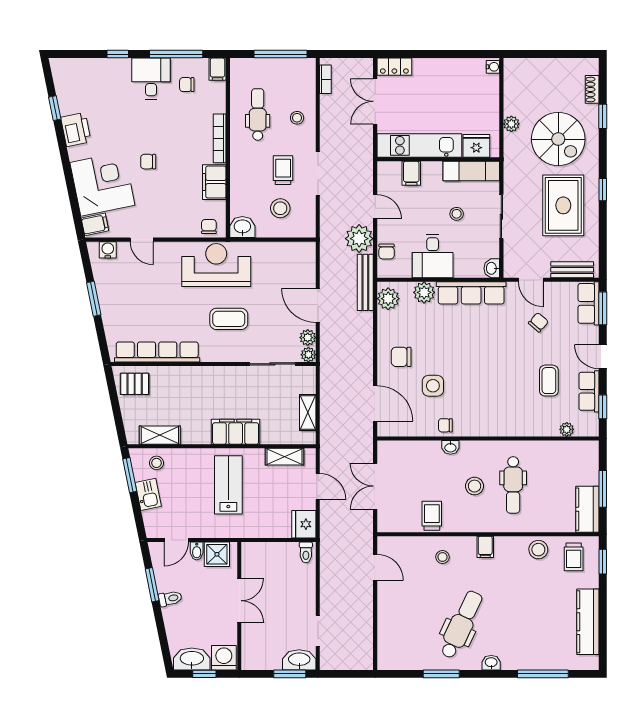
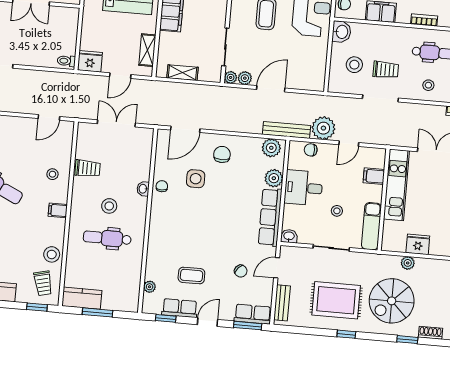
bookcase: (220, 138) -> (424, 20), width x0.64
fridge: (476, 146) -> (418, 244), moved, turned -90
trolley: (574, 557) -> (43, 283), turned -104

